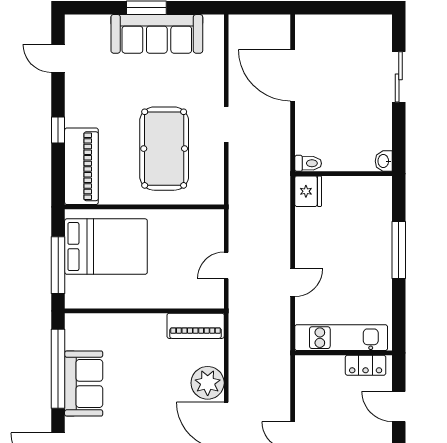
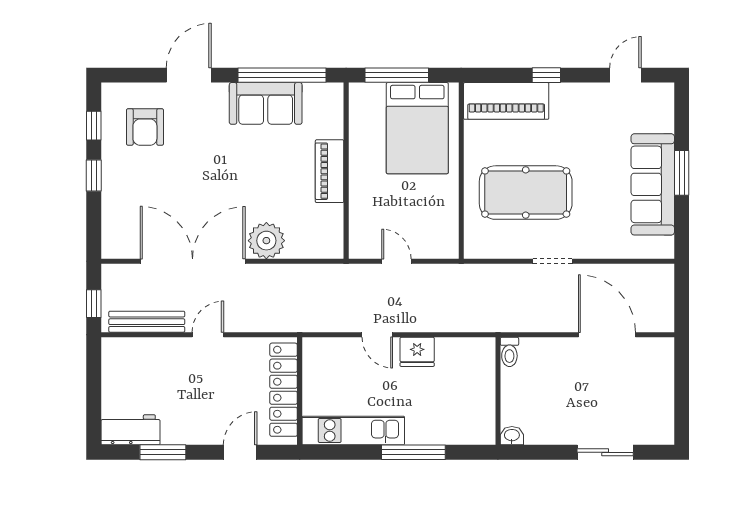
door: (293, 75) -> (607, 335), hinge flipped
fridge: (308, 191) -> (417, 352), moved
piano: (196, 326) -> (330, 171), moved
kitchen unit: (341, 338) -> (353, 431), moved, turned -90
locker: (366, 365) -> (284, 390), width x2.16, depth x1.21

